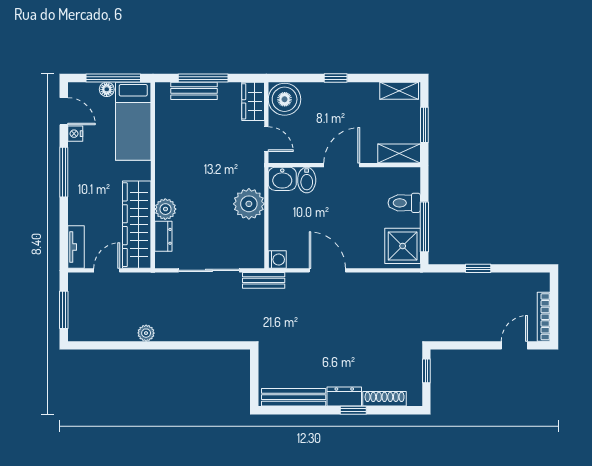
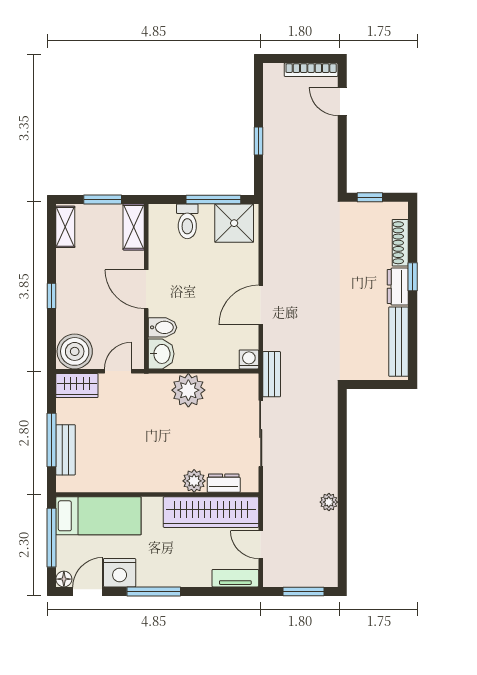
floor lamp: (107, 89) -> (64, 579), moved
nightstand: (75, 134) -> (120, 573), width x1.89, depth x1.79

